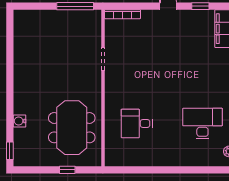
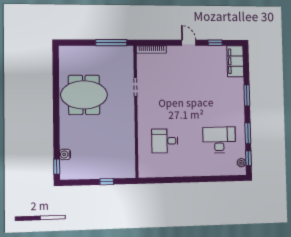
water cooler: (20, 121) -> (65, 154), moved
meeting table: (72, 128) -> (84, 95), moved, turned 90

